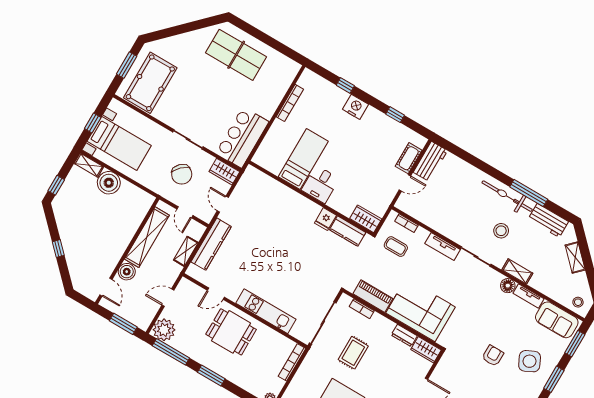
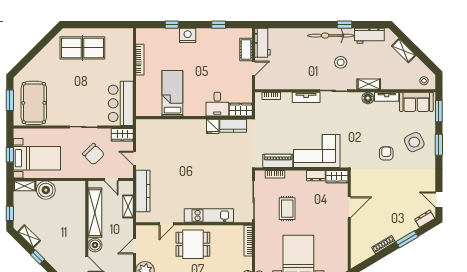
desk: (320, 184) -> (217, 104), moved
window: (529, 193) -> (345, 25), width x0.46
shelving: (62, 221) -> (29, 236), added
coffee table: (396, 247) -> (273, 117), removed

